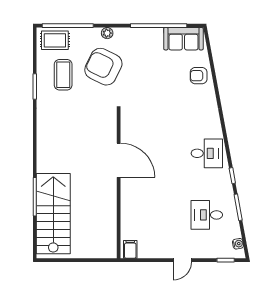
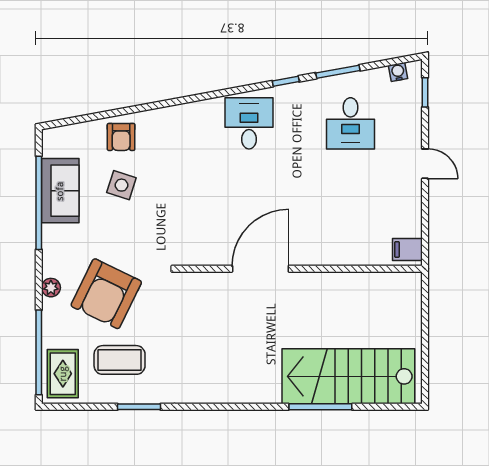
sofa: (183, 39) -> (60, 191), moved
side table: (169, 76) -> (121, 185), added

